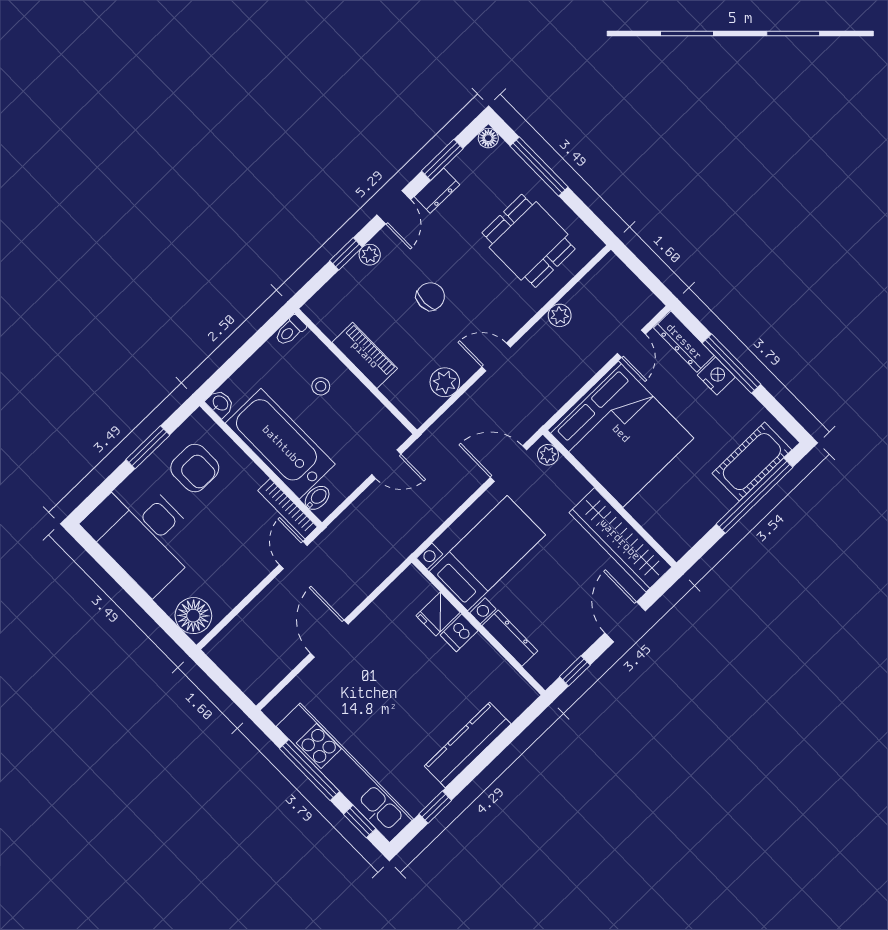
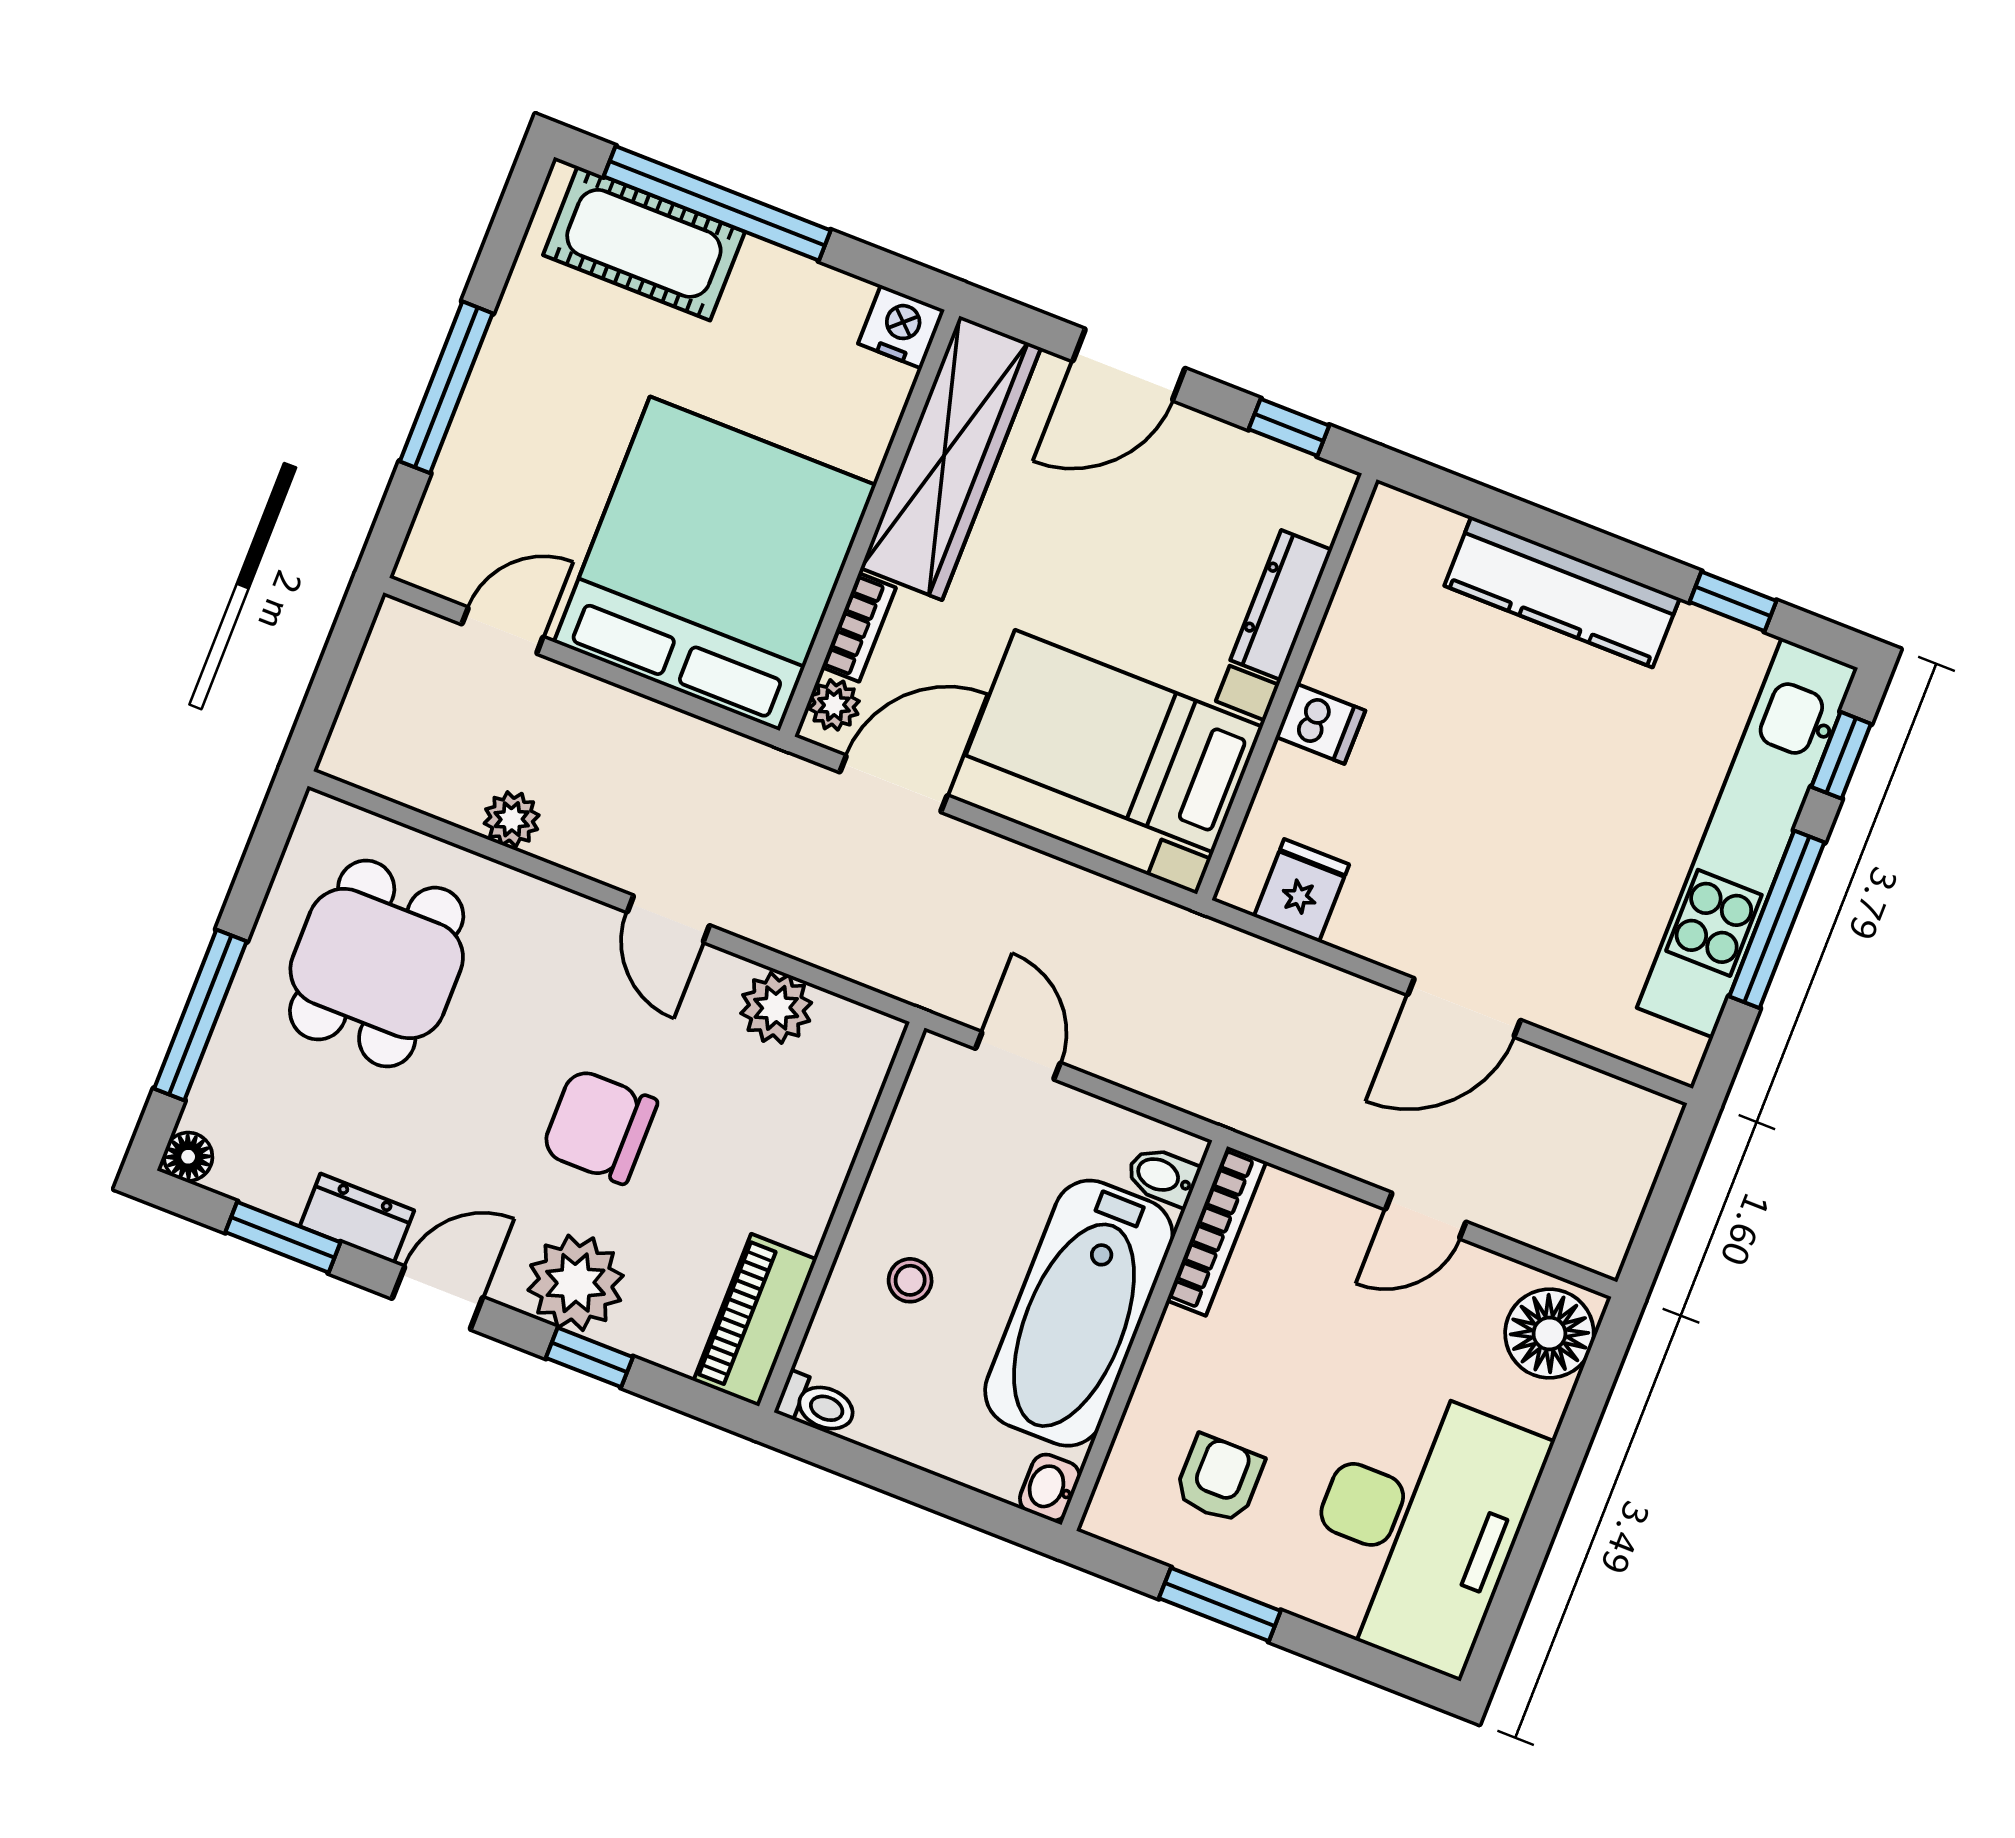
plant: (370, 255) -> (576, 1283), width x1.88, depth x1.88
chair: (430, 296) -> (599, 1126), width x1.37, depth x1.37
dresser: (684, 342) -> (445, 516), removed
piano: (365, 355) -> (755, 1320), moved
nightstand: (716, 376) -> (901, 327), moved, turned 90
door: (509, 464) -> (893, 784), swing flipped
armchair: (195, 468) -> (1219, 1479), width x0.72, depth x0.72
bookcase: (573, 477) -> (859, 627), added
door: (293, 555) -> (1426, 1216), moved
fridge: (438, 614) -> (1301, 890), moved, turned -90

